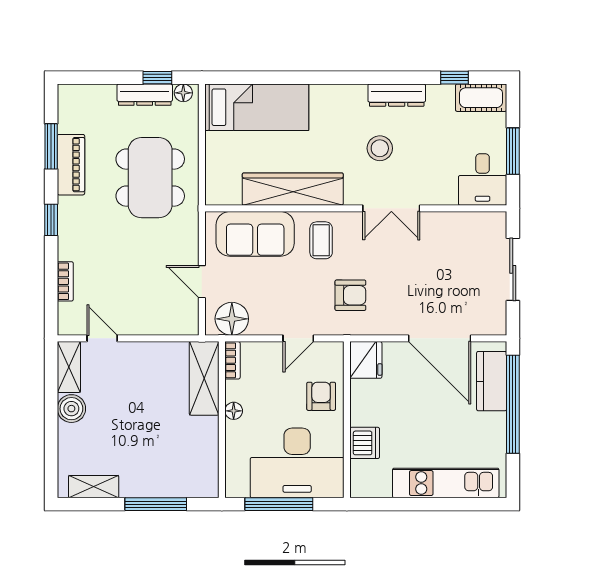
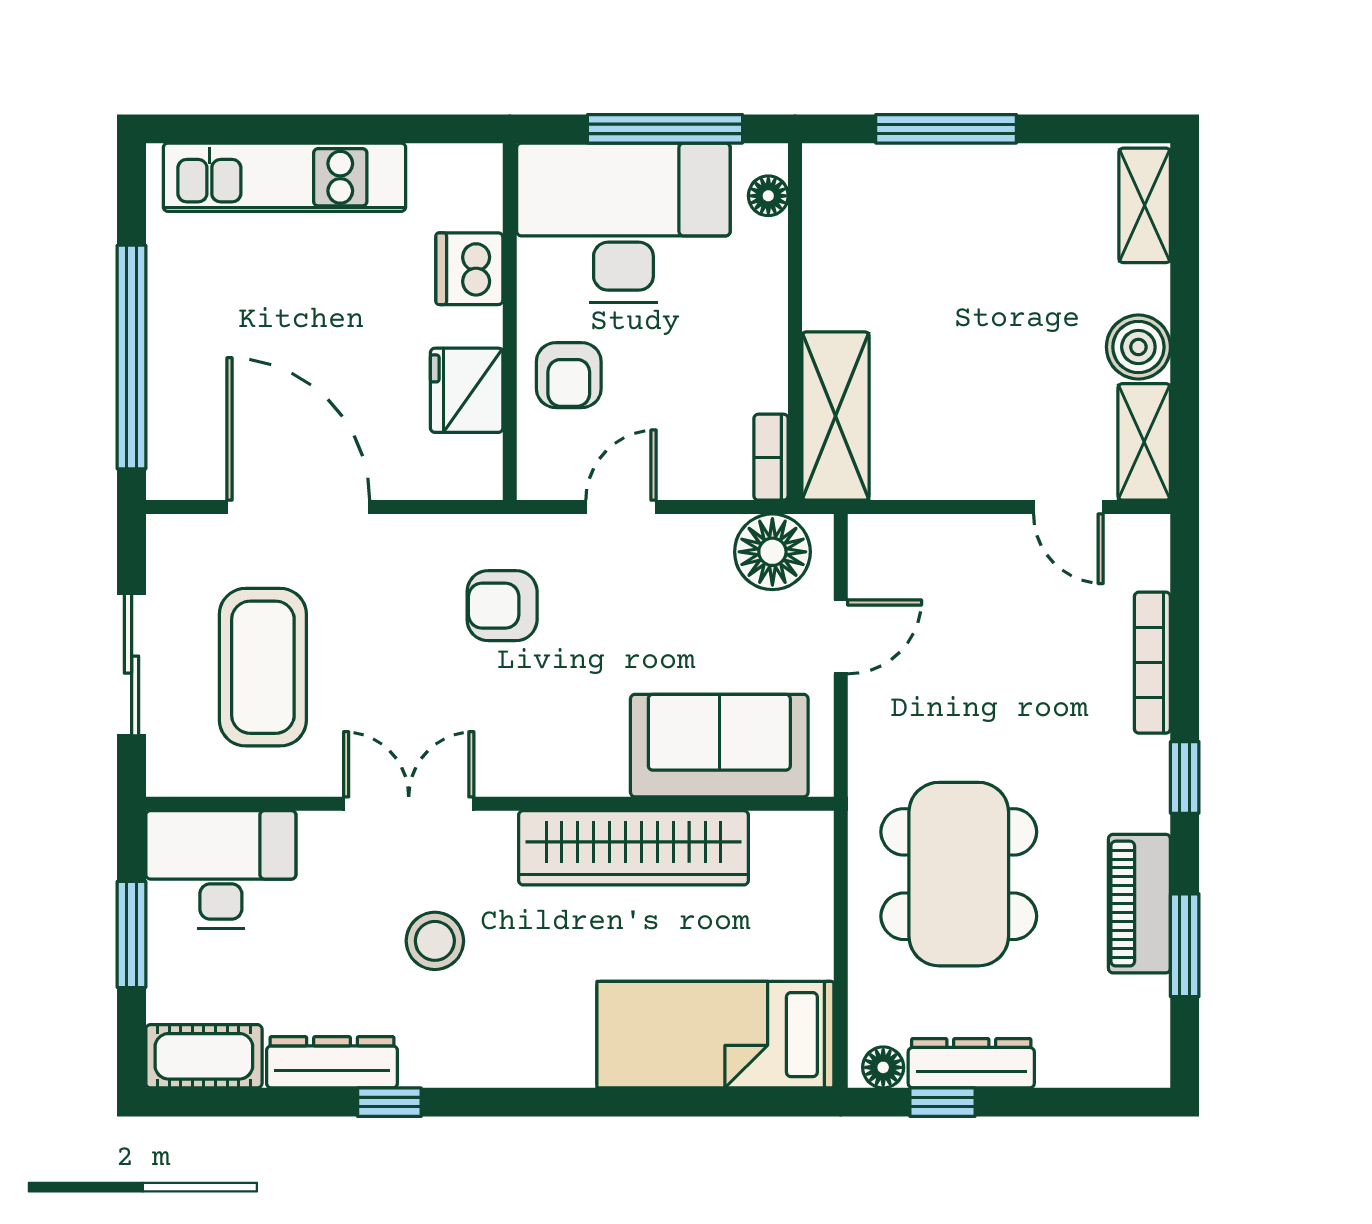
window: (454, 78) -> (389, 1102), moved
dresser: (397, 95) -> (332, 1062), moved
desk: (483, 180) -> (221, 870), width x1.37
coffee table: (321, 240) -> (263, 667), moved, width x1.86, depth x1.72
bookcase: (65, 281) -> (1152, 663), width x1.56
door: (202, 282) -> (841, 637), hinge flipped
fridge: (366, 360) -> (467, 390), moved
kitchen counter: (492, 381) -> (180, 410), removed
floor lamp: (234, 411) -> (768, 196), moved
shelving: (94, 487) -> (1145, 205), moved, turned 90

